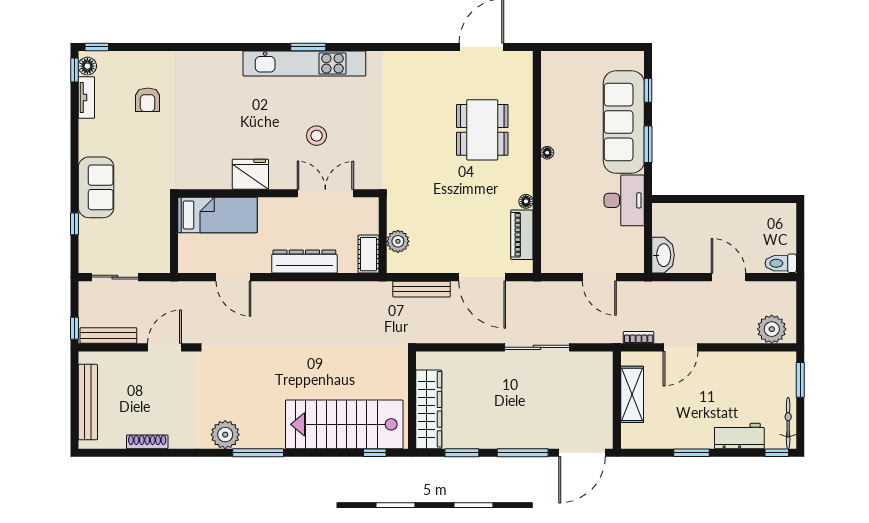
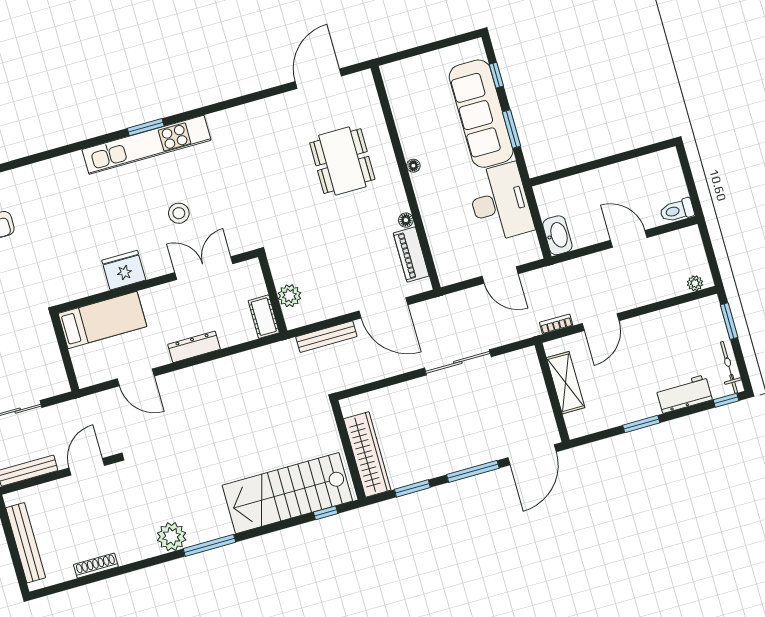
desk: (624, 200) -> (500, 203), width x1.36, depth x1.30
dresser: (304, 262) -> (194, 347), width x0.73, depth x0.80
plant: (772, 329) -> (695, 283), width x0.53, depth x0.53

